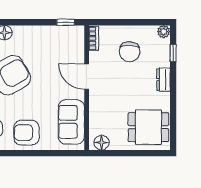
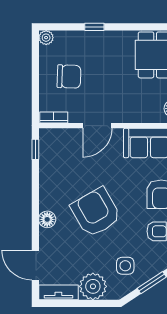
window: (173, 53) -> (94, 27), moved
dresser: (163, 80) -> (101, 38), removed

